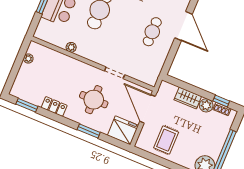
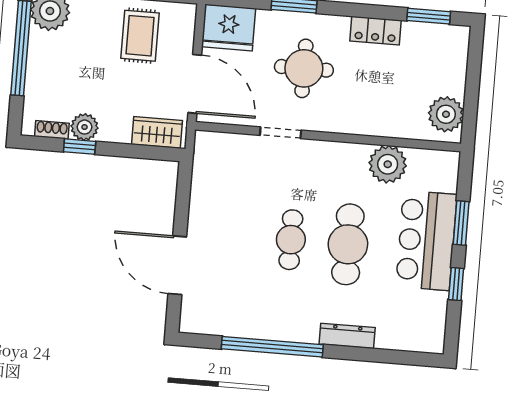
cafe table: (152, 32) -> (291, 240), moved
plant: (71, 47) -> (388, 164), width x1.88, depth x1.88
plant: (28, 59) -> (446, 114), width x1.88, depth x1.88
wardrobe: (188, 98) -> (157, 132), moved
window: (221, 101) -> (80, 147), moved

